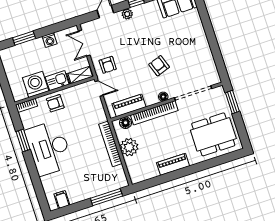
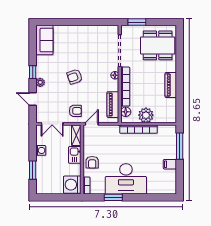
armchair: (159, 66) -> (75, 77), moved
washing machine: (36, 84) -> (72, 185), moved
dining table: (213, 134) -> (158, 45), turned 90
filing cabinet: (62, 200) -> (170, 164), moved

